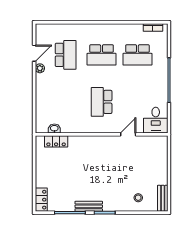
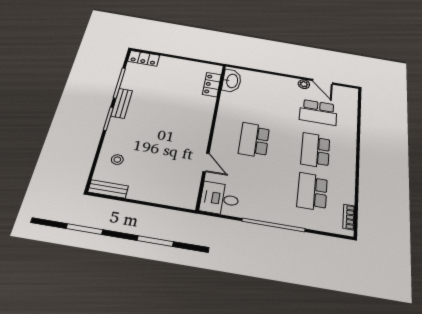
school desk: (102, 102) -> (254, 140), turned -90
washbasin: (54, 128) -> (232, 81), width x1.91, depth x1.45

